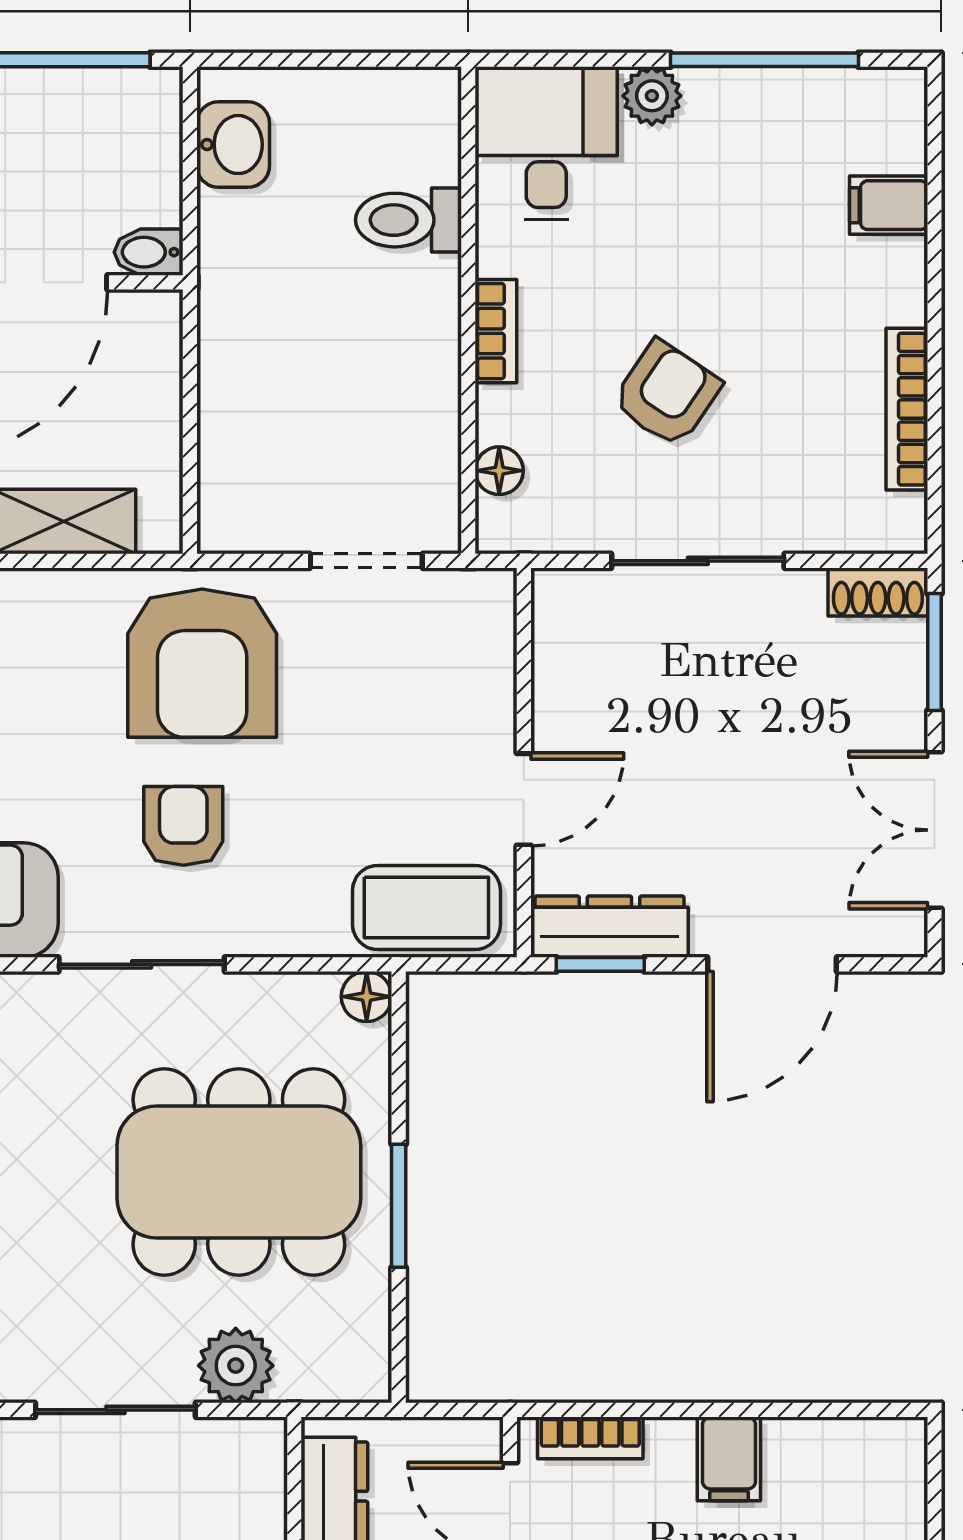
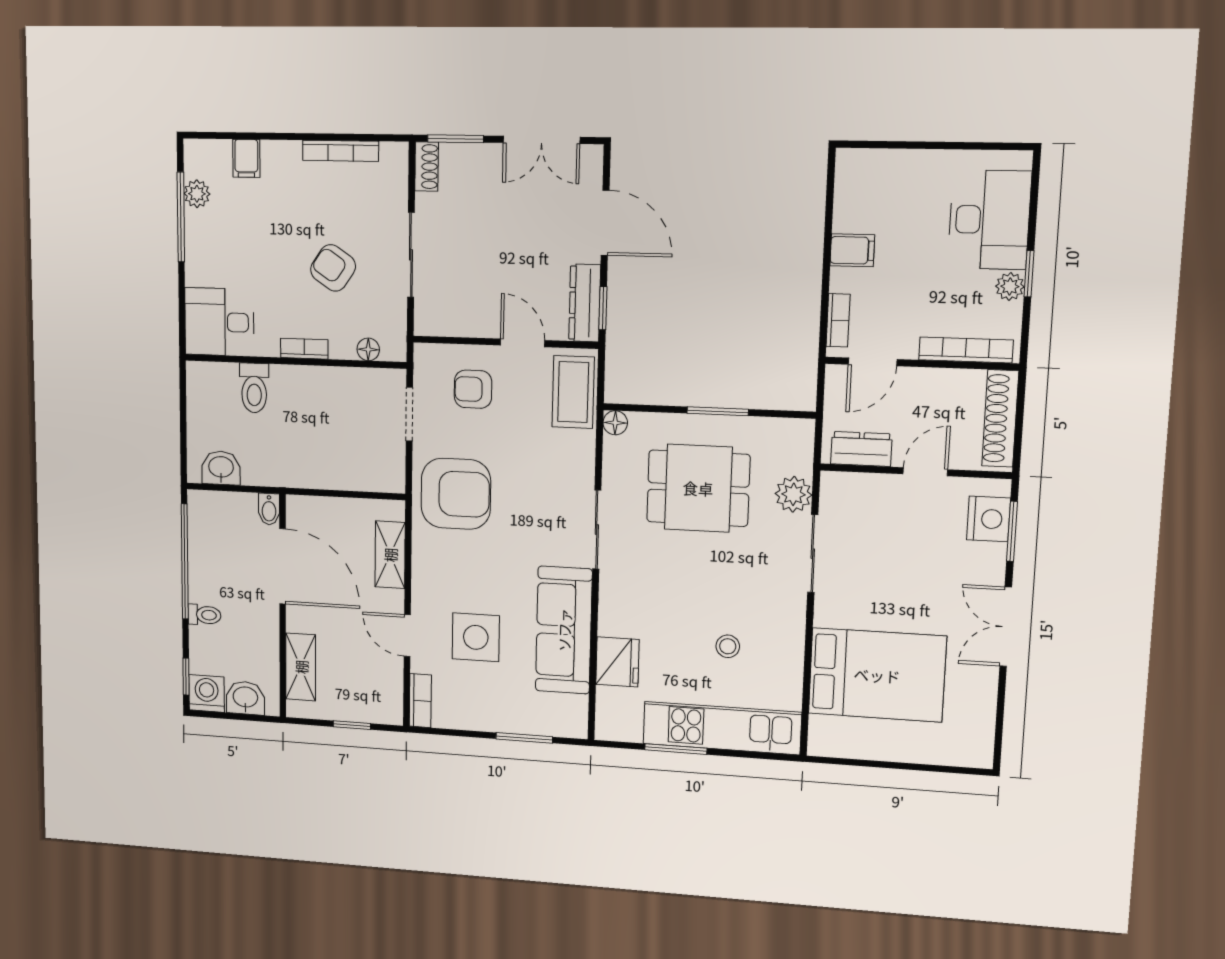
plant: (652, 96) -> (197, 194), moved
armchair: (183, 826) -> (473, 389), moved
dining table: (239, 1172) -> (698, 488), width x0.73

